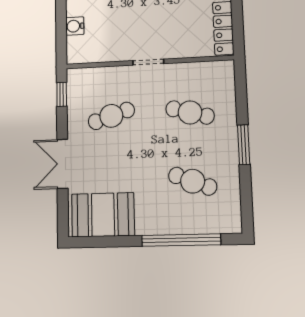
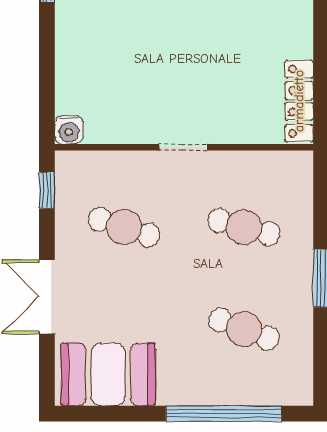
water cooler: (75, 26) -> (69, 130), moved, turned -90
cafe table: (111, 116) -> (124, 227), turned 36

